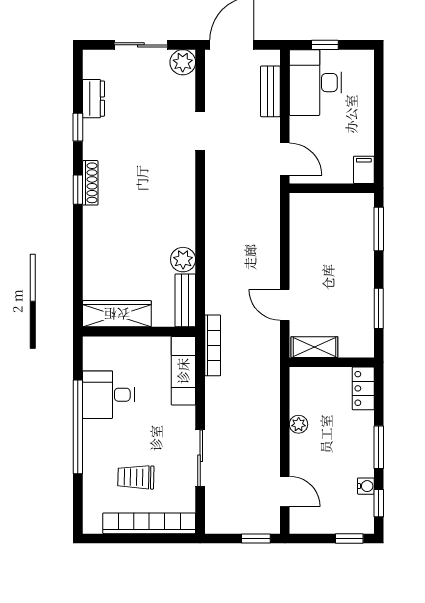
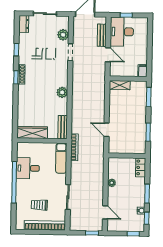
plant: (183, 62) -> (63, 35), moved
dresser: (93, 99) -> (24, 24), moved
door: (285, 159) -> (108, 55), moved
plant: (183, 260) -> (62, 92), moved
shelving: (314, 347) -> (120, 85), moved

